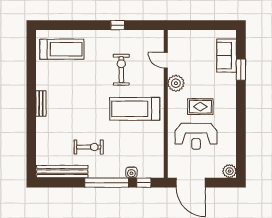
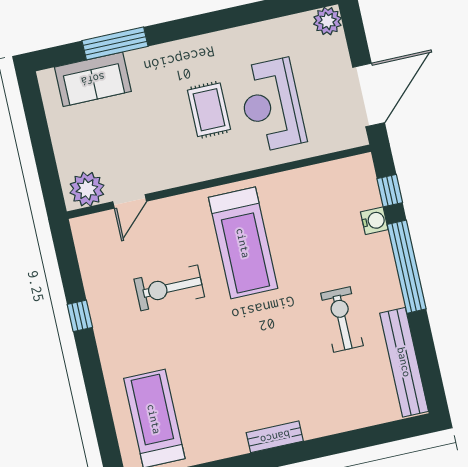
window: (241, 70) -> (115, 43), width x1.44
plant: (176, 83) -> (87, 189), moved
reception desk: (196, 136) -> (271, 105), turned 180

